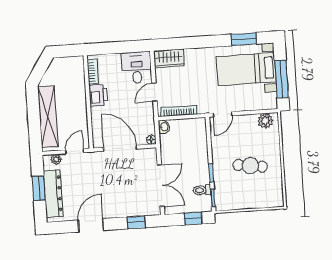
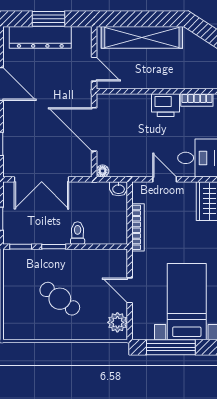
bookcase: (179, 111) -> (138, 227), moved
door: (223, 114) -> (130, 290), moved
door: (120, 148) -> (94, 129), swing flipped
plant: (56, 159) -> (85, 44), removed
cafe table: (250, 166) -> (60, 299), turned -62
toilet: (202, 190) -> (78, 233), moved

